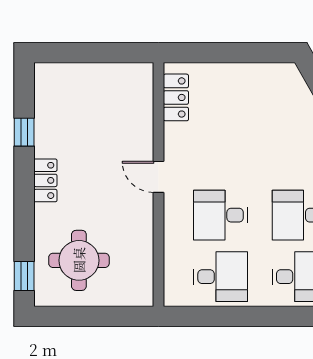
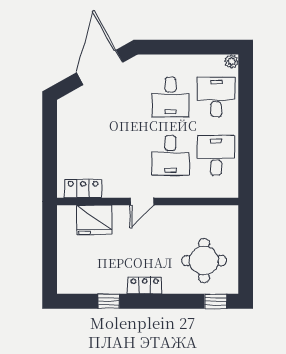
fridge: (134, 112) -> (94, 220), added

